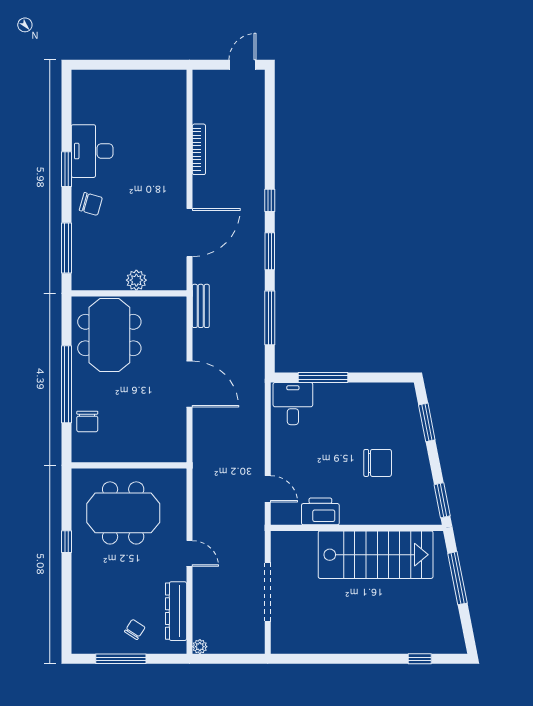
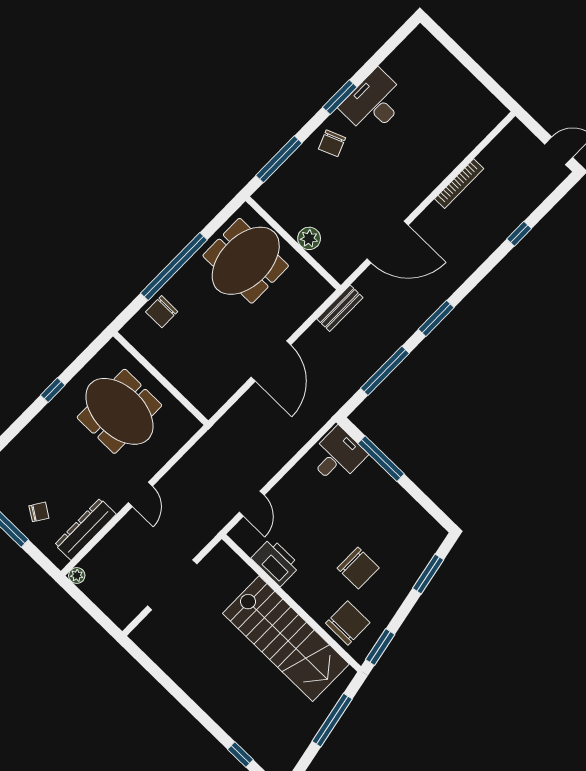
window: (270, 200) -> (519, 234), moved
chair: (91, 204) -> (332, 143), turned 52
chair: (406, 505) -> (348, 623), added

